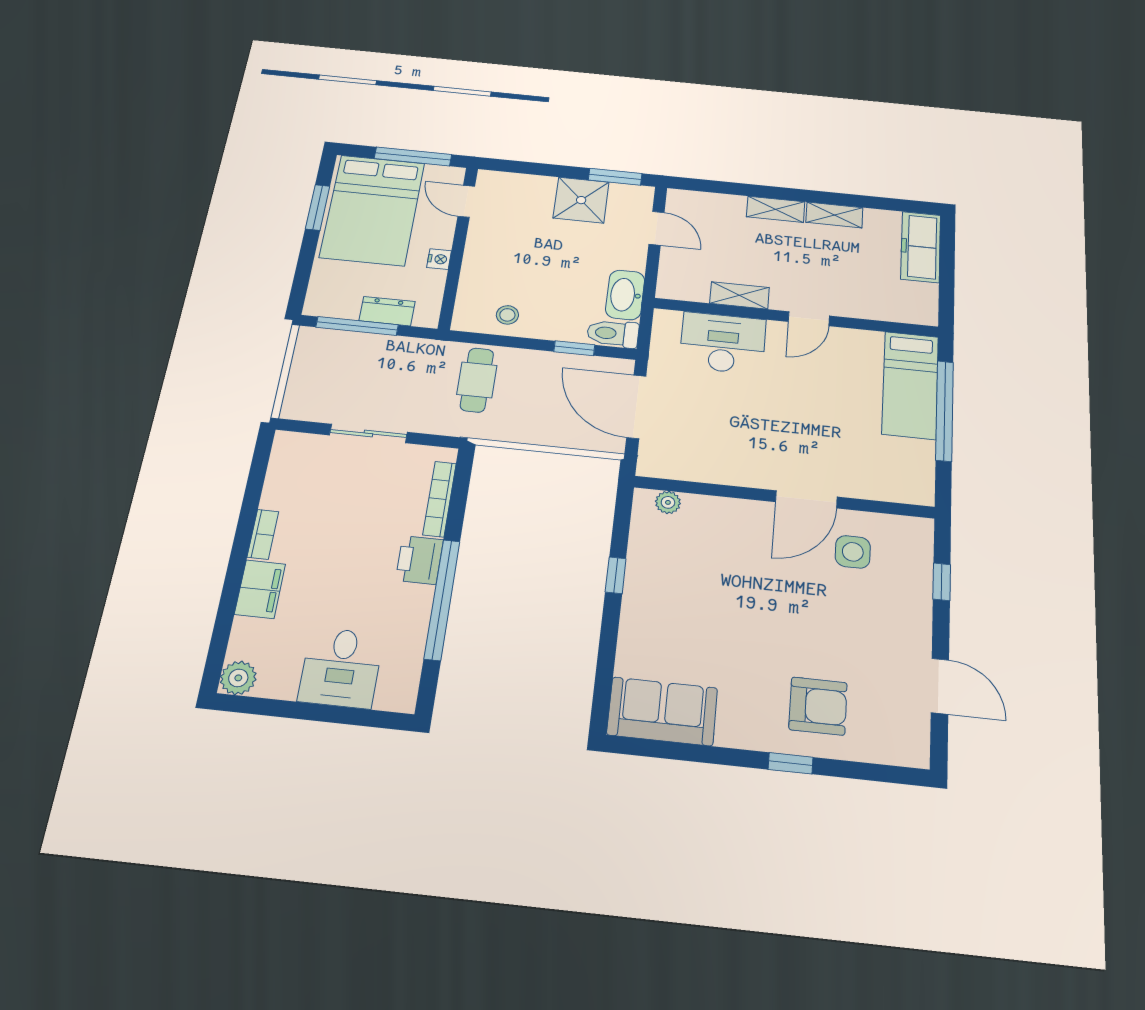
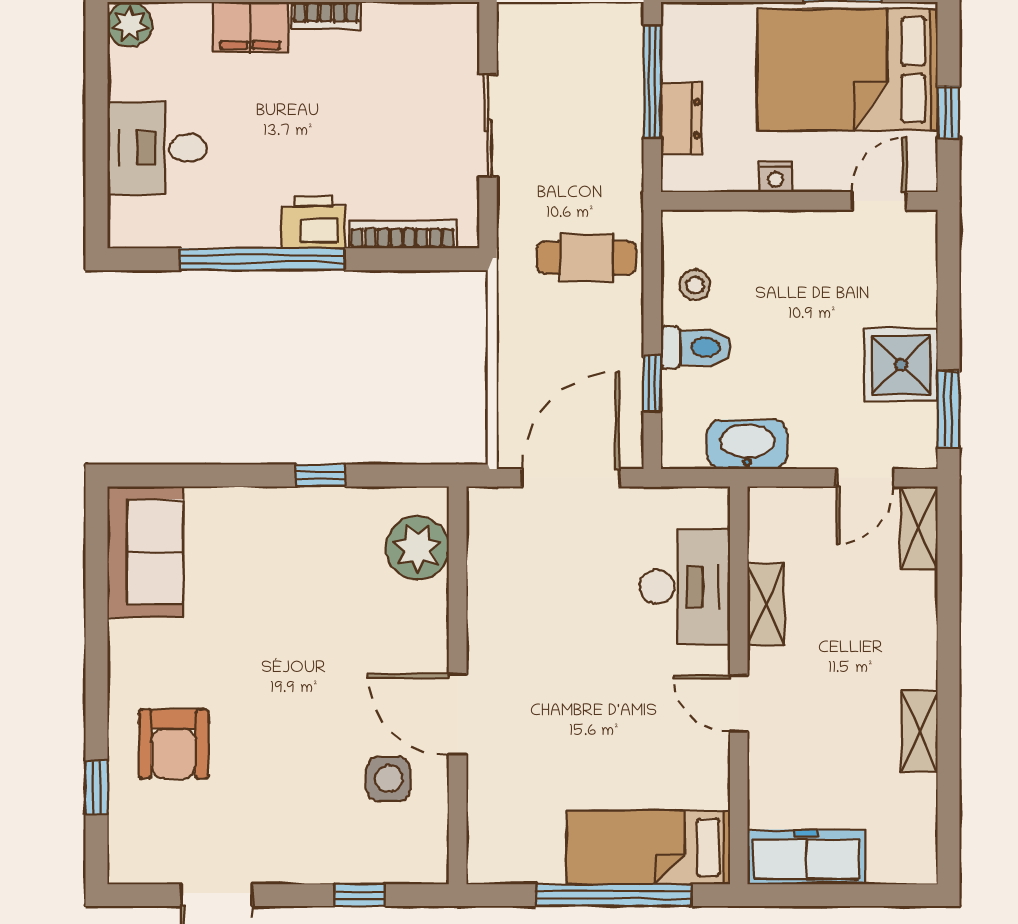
window: (413, 157) -> (949, 112), width x0.46
shelving: (776, 209) -> (919, 528), moved
freezer: (921, 247) -> (806, 857), moved
toilet: (613, 333) -> (696, 347), moved, turned 90
plant: (668, 502) -> (417, 548), width x1.88, depth x1.88
window: (791, 763) -> (96, 787), moved

